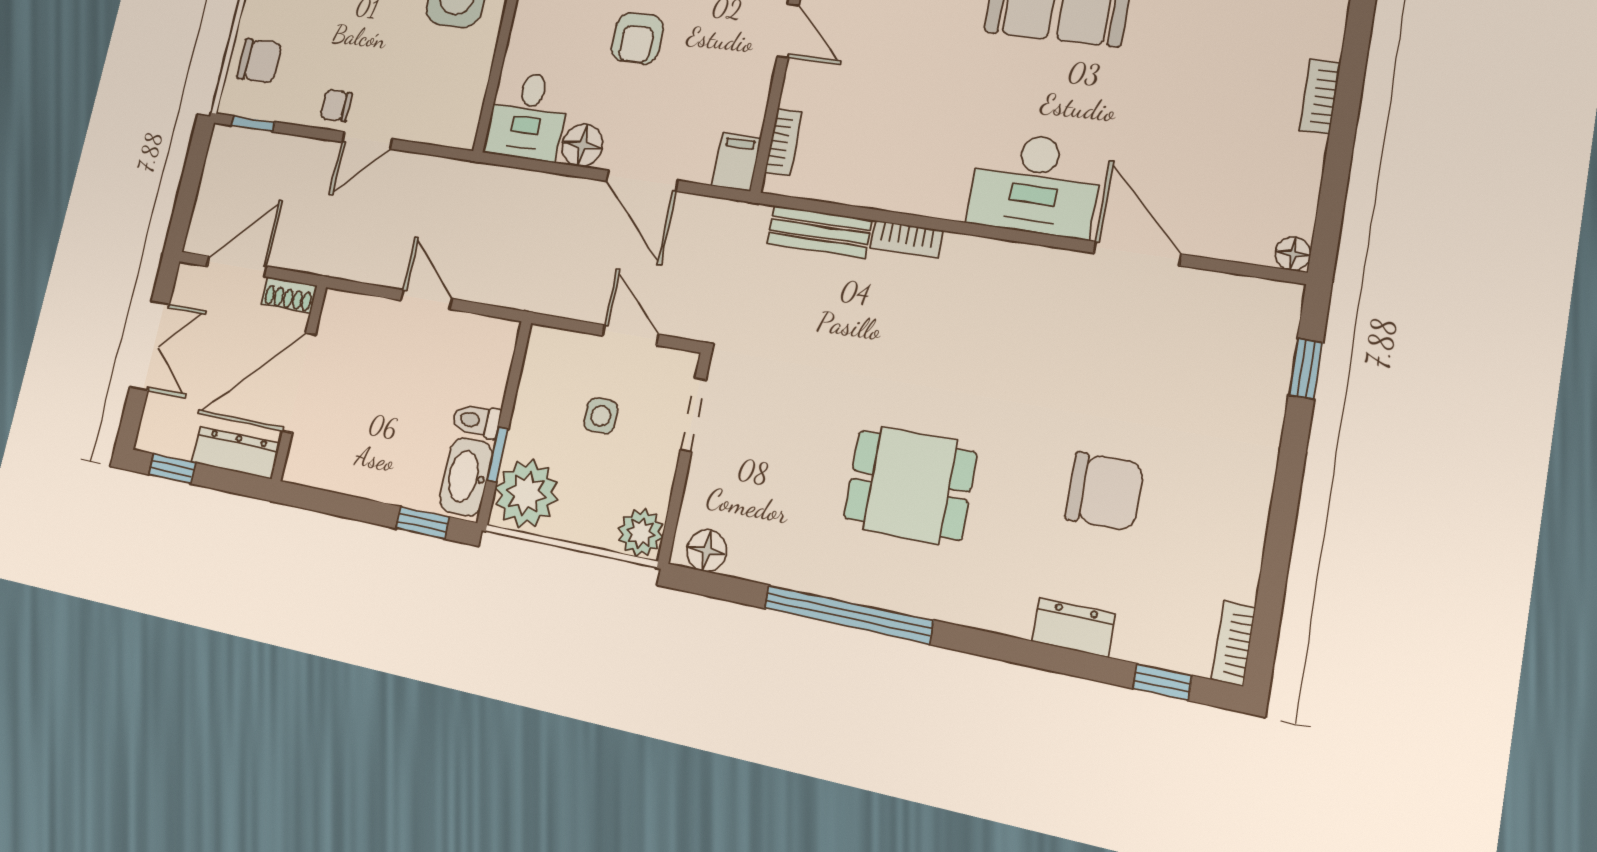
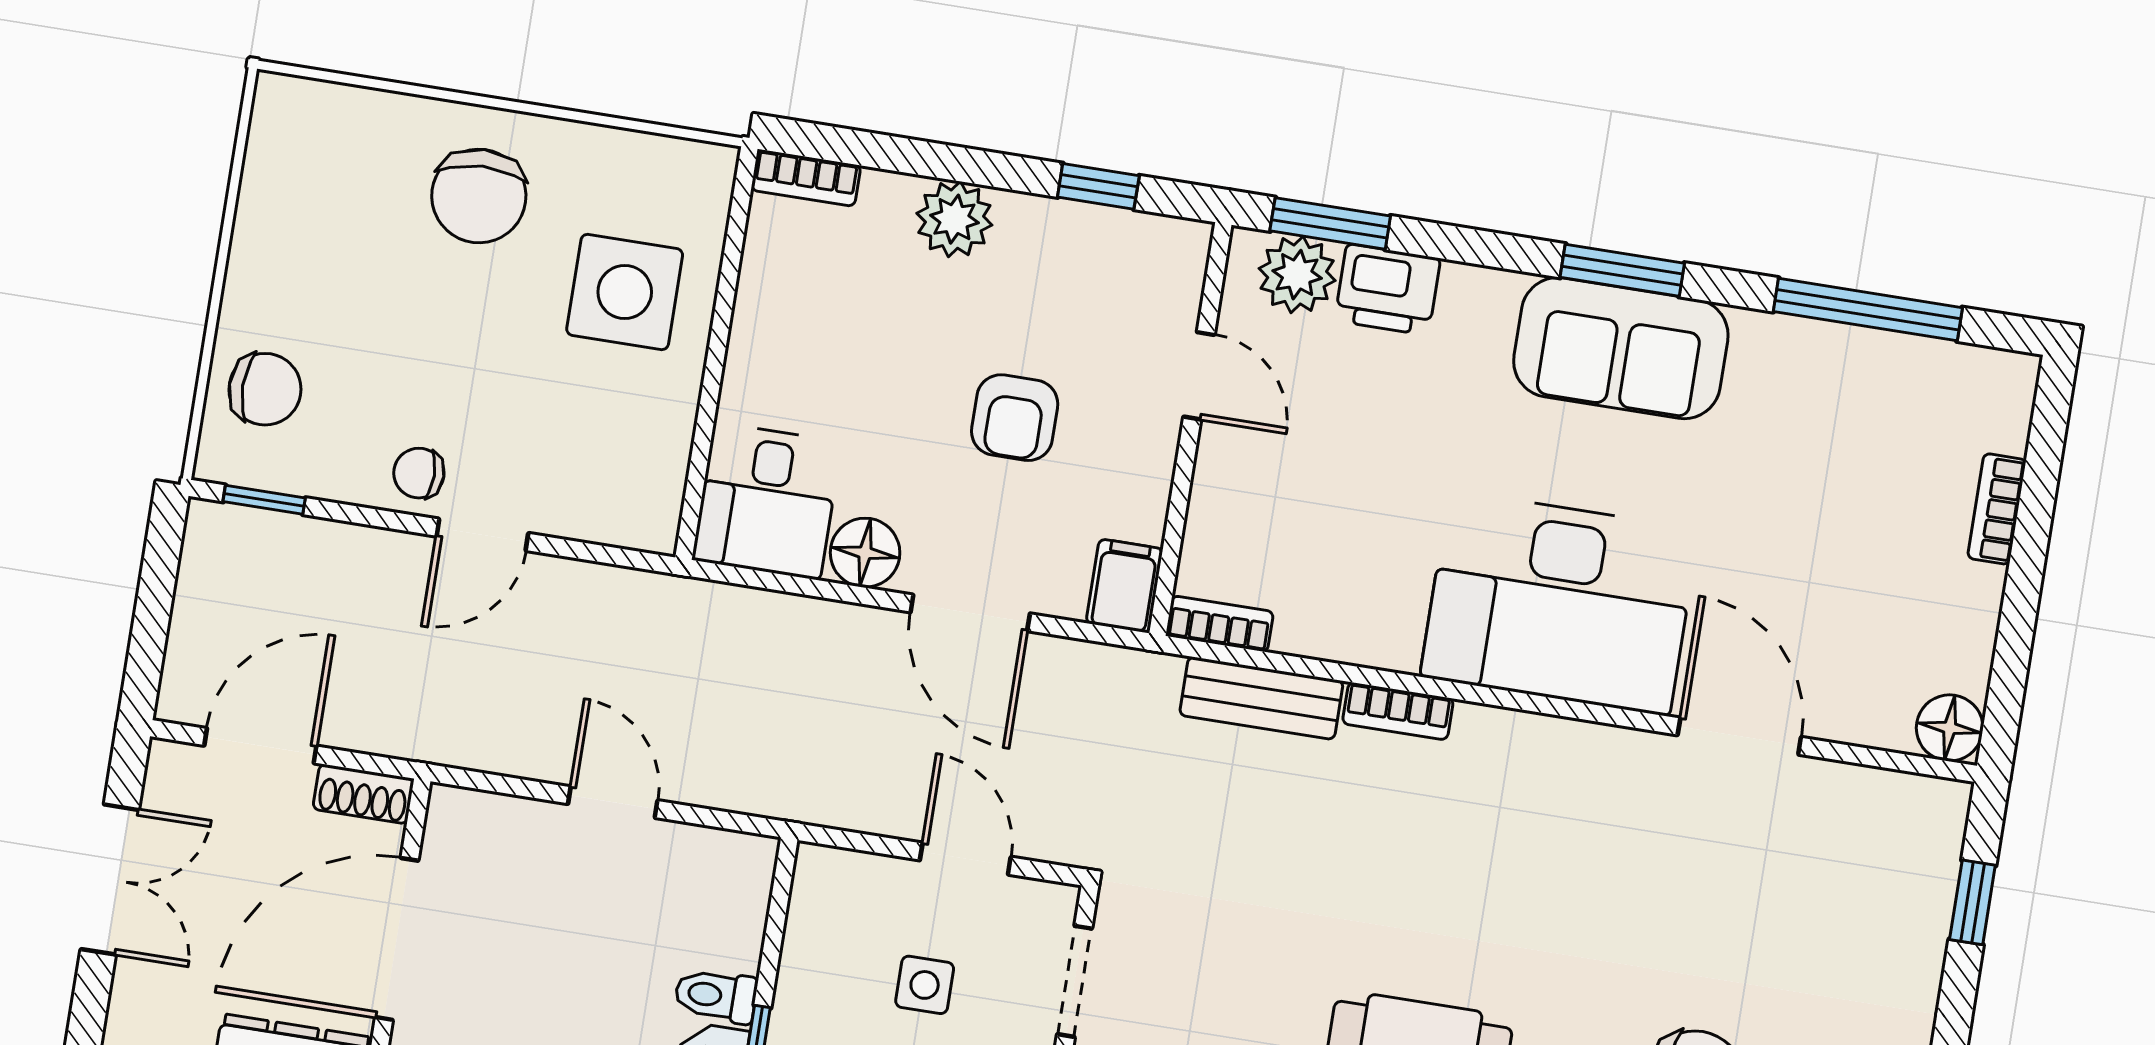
armchair: (637, 38) -> (1015, 418), moved
bookcase: (783, 142) -> (1220, 624), moved, turned -90
desk: (1035, 184) -> (1560, 603), width x1.36, depth x1.30
floor lamp: (1293, 254) -> (1950, 728), width x1.37, depth x1.37

